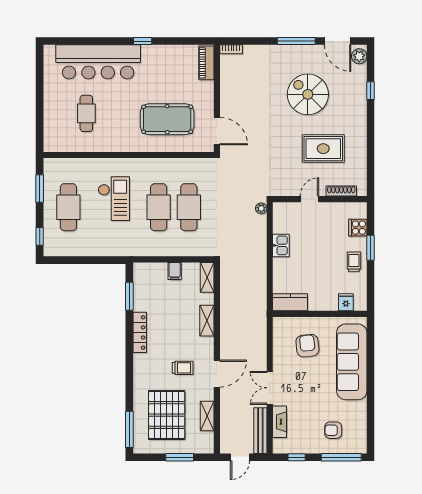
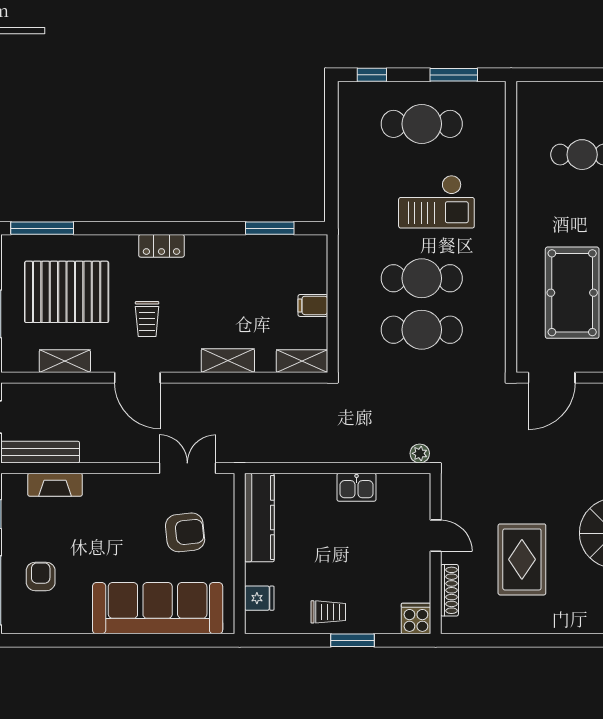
cooker: (358, 228) -> (416, 619), moved
kitchen counter: (290, 302) -> (259, 518), width x1.50
locker: (140, 332) -> (161, 246), moved, width x0.66
double door: (270, 388) -> (187, 468), moved

